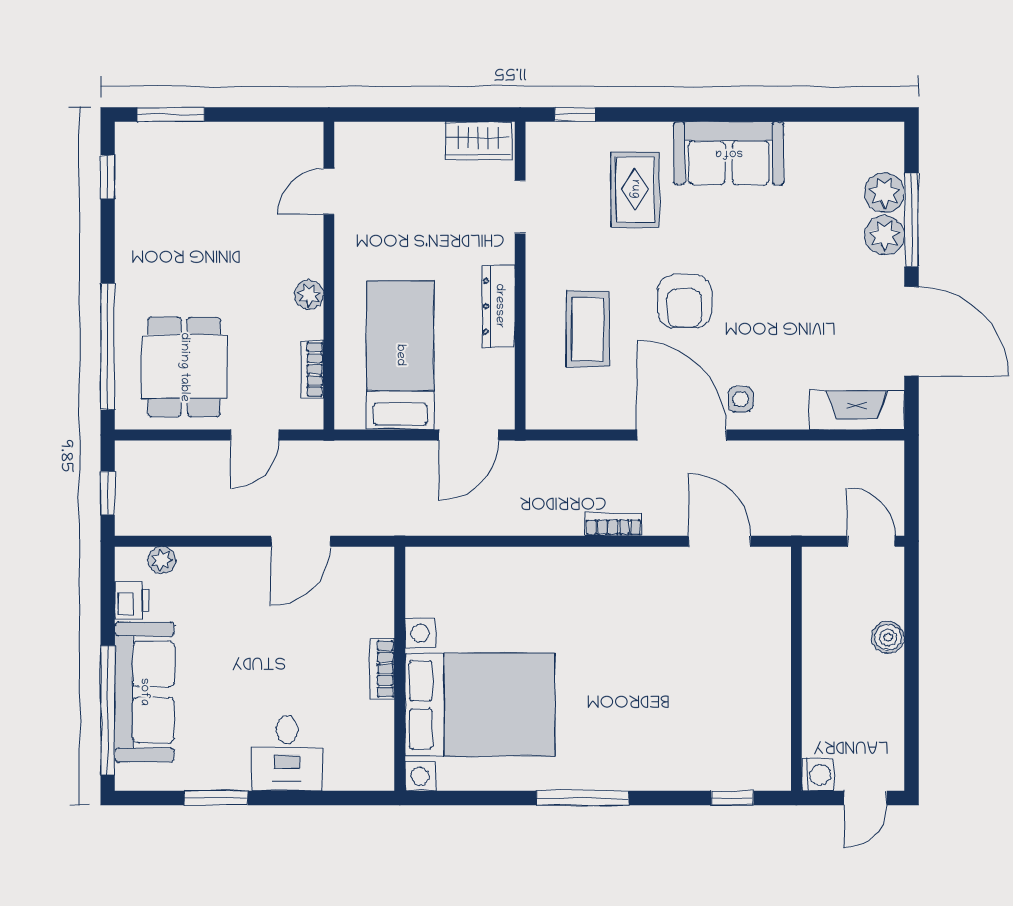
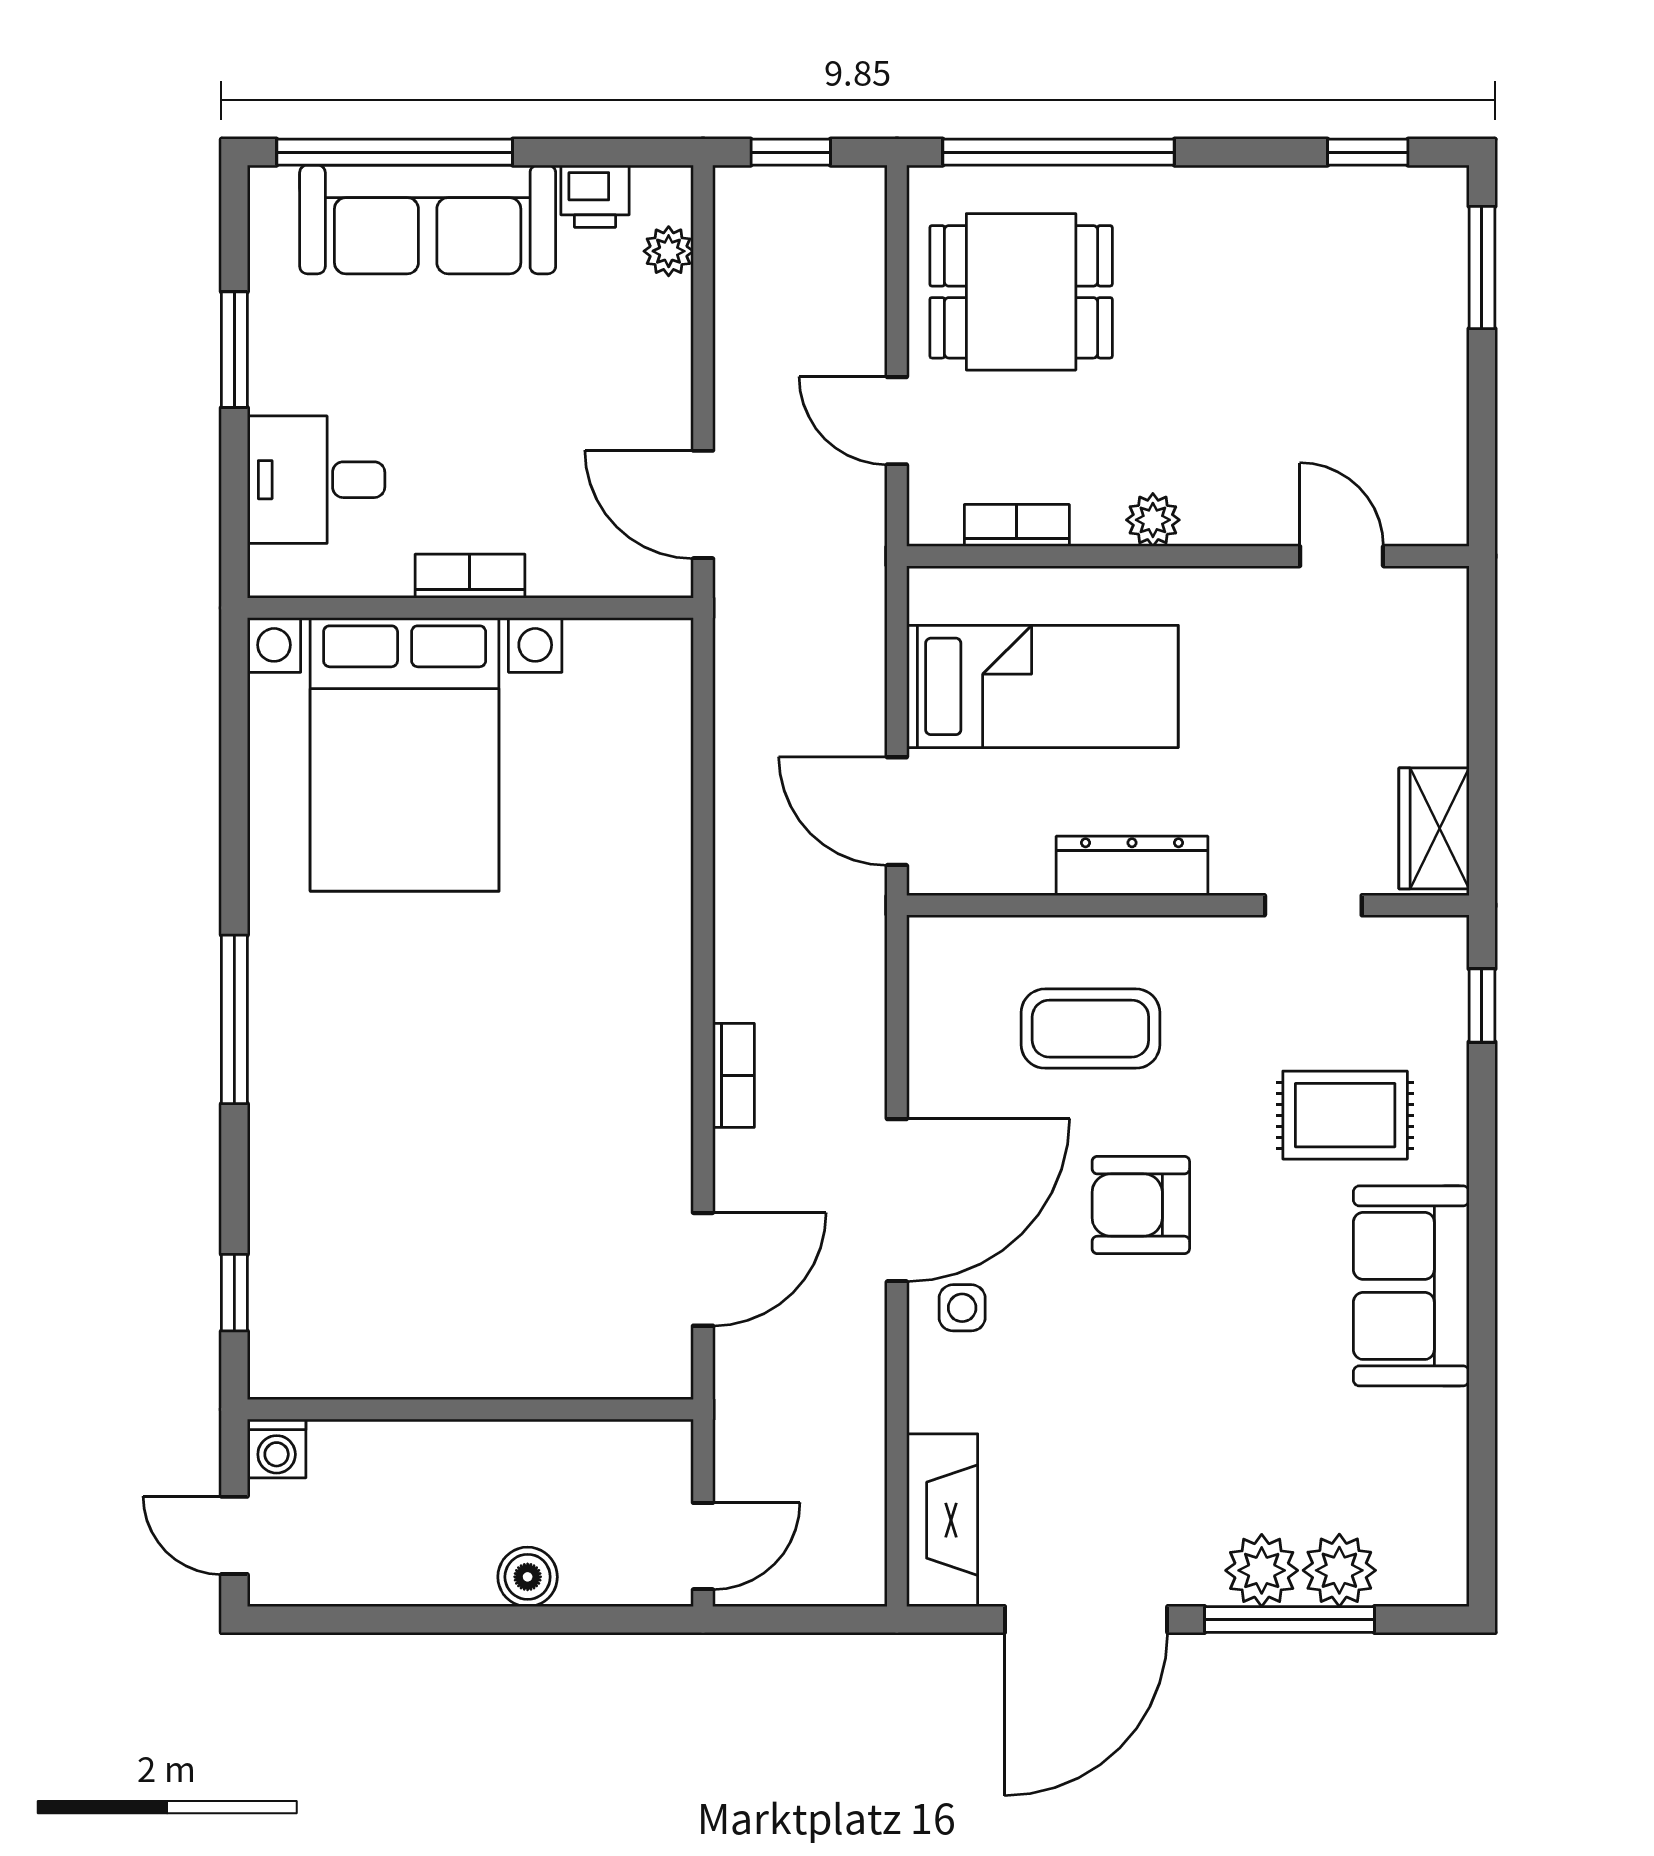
bookcase: (382, 669) -> (470, 576), moved
wall: (400, 669) -> (470, 608), moved
bed with nightstands: (480, 705) -> (405, 754), moved

